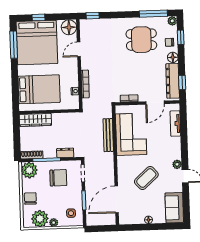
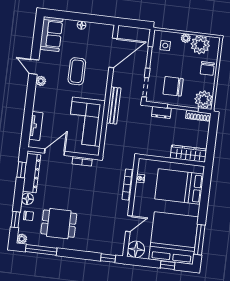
bench: (108, 135) -> (114, 105), moved
coffee table: (146, 178) -> (77, 71), turned -48

